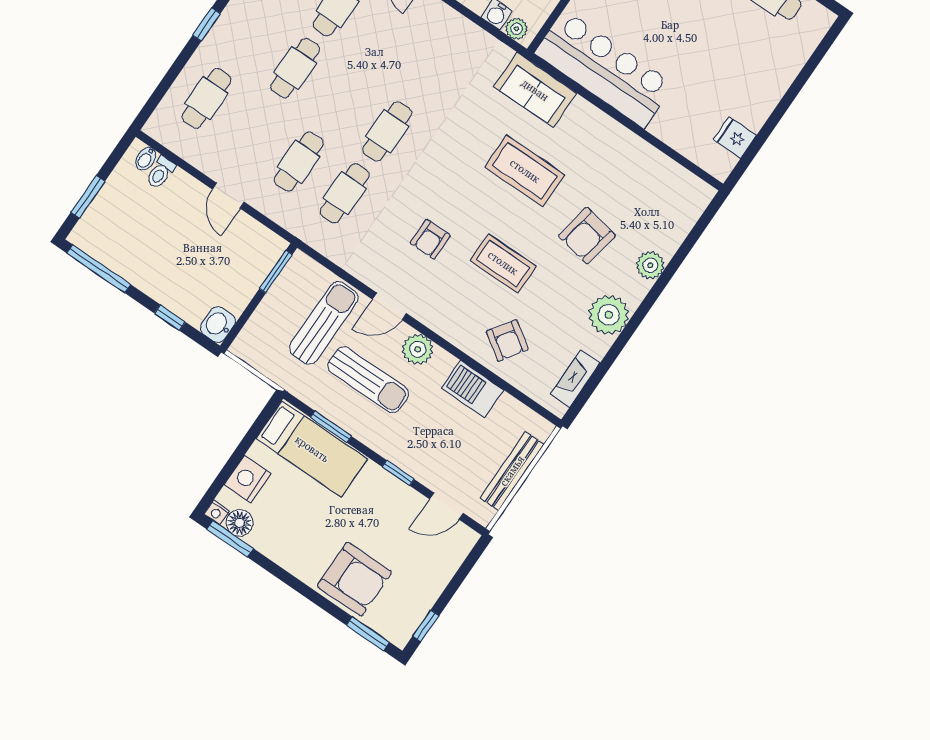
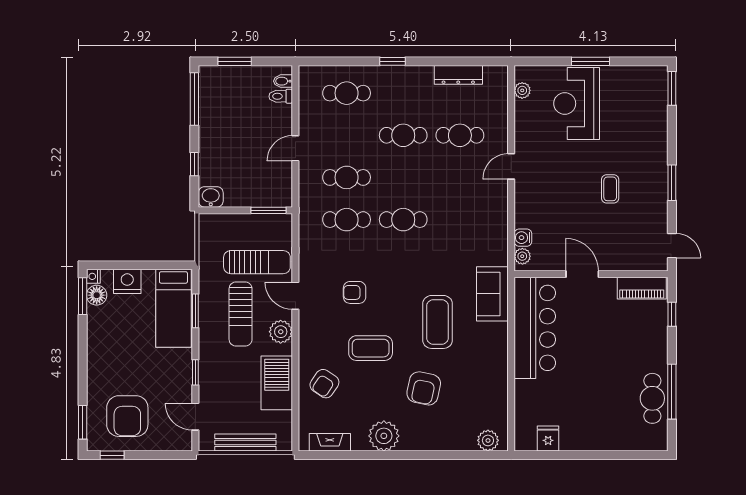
armchair: (587, 236) -> (424, 388), turned -88
coffee table: (503, 263) -> (371, 348), turned 90
plant: (650, 265) -> (488, 440), moved
barbecue: (473, 389) -> (277, 383), width x1.37, depth x1.21
armchair: (354, 579) -> (127, 416), moved

